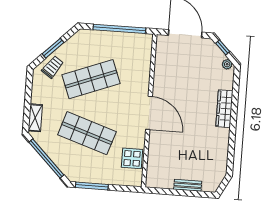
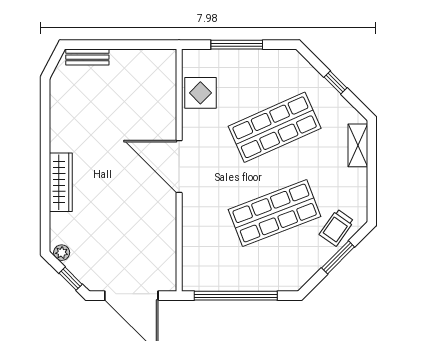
shop shelf: (87, 133) -> (275, 127), turned -42
window: (46, 159) -> (336, 82), width x0.32
bench: (188, 185) -> (87, 57), moved
window: (92, 186) -> (237, 45), moved

